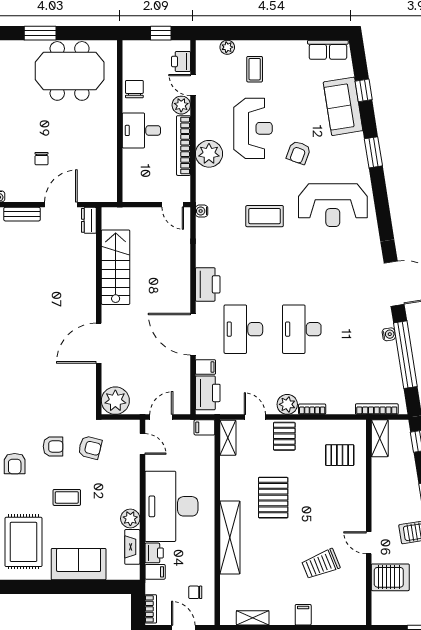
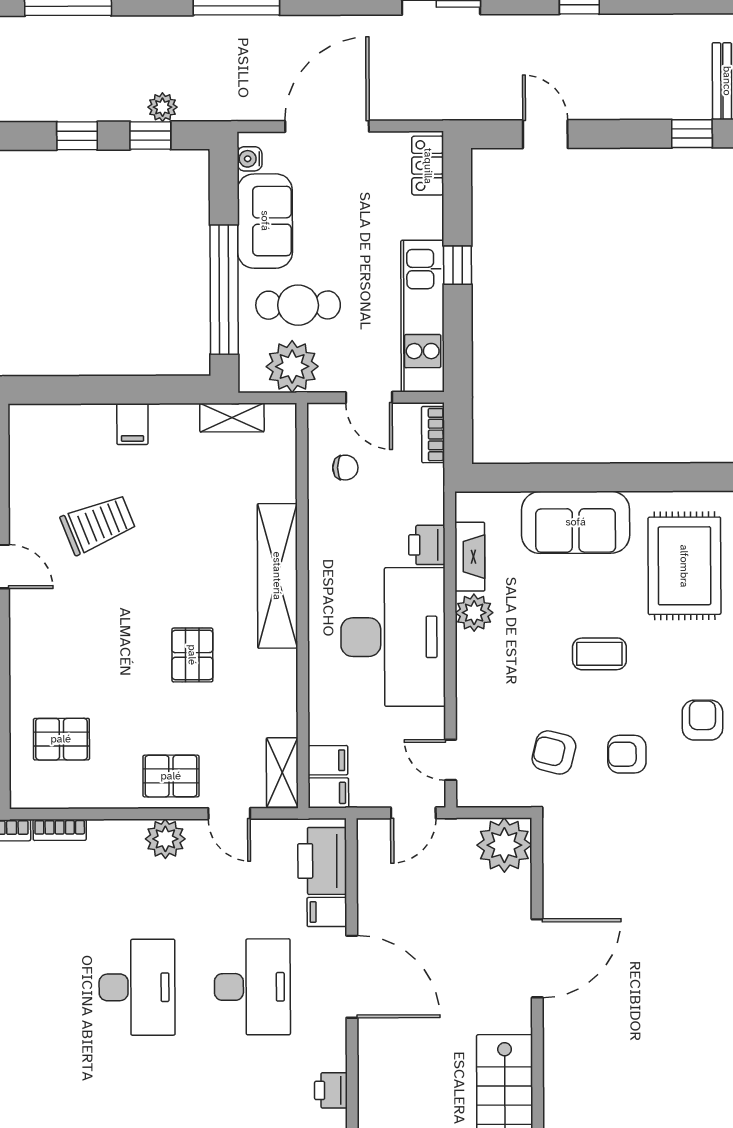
printer: (208, 284) -> (331, 1090), width x0.53, depth x0.68
bookcase: (312, 409) -> (60, 830), moved
pallet: (284, 436) -> (171, 776), turned 90
pallet: (273, 498) -> (192, 655), width x0.67, depth x0.71
filing cabinet: (155, 572) -> (328, 760), moved, turned 180

